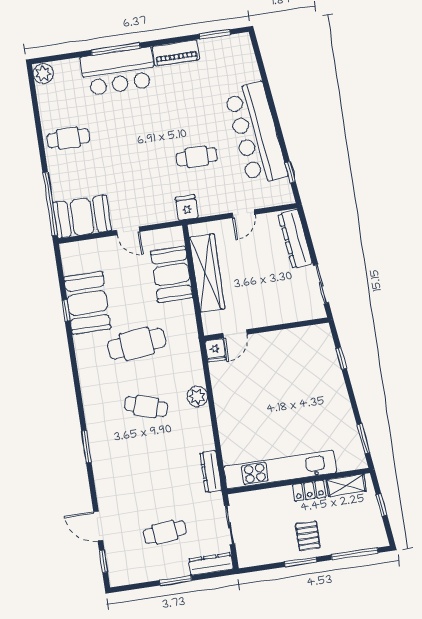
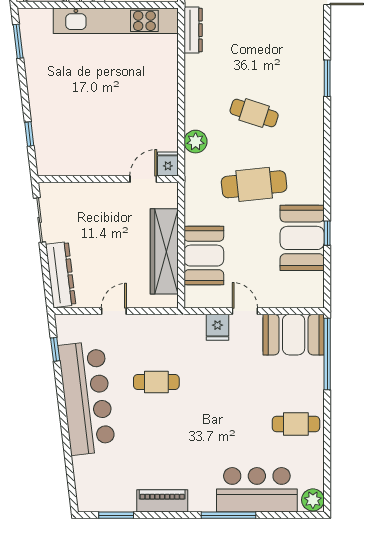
bar counter: (118, 71) -> (257, 490), moved
fridge: (187, 208) -> (218, 327), moved
plant: (197, 397) -> (196, 142), moved

